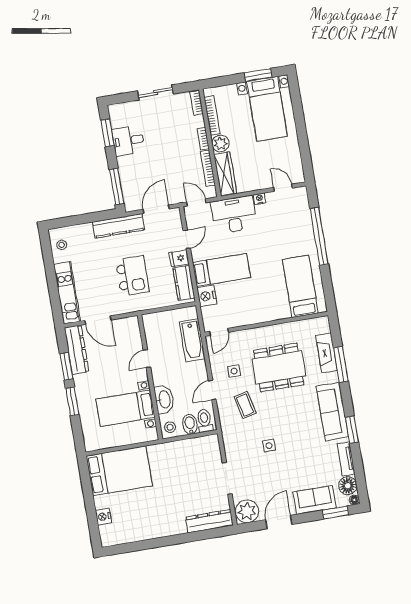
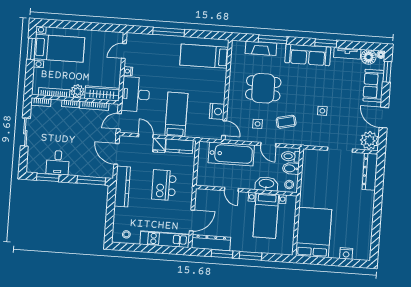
window: (319, 236) -> (169, 32), width x0.68
kitchen island: (132, 276) -> (164, 185), turned -90
nightstand: (207, 296) -> (217, 111), moved, turned -90
bathtub: (192, 340) -> (231, 154), width x1.36, depth x1.36
dining table: (279, 367) -> (263, 88), width x0.73

